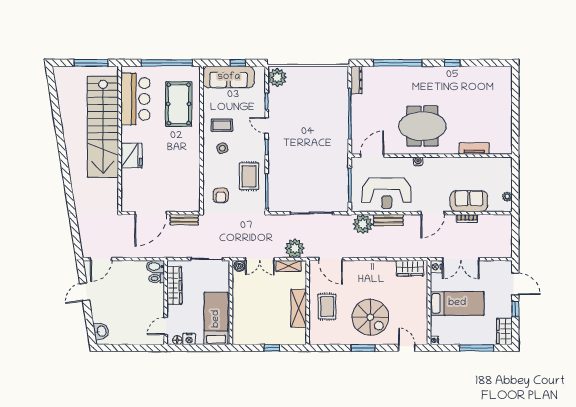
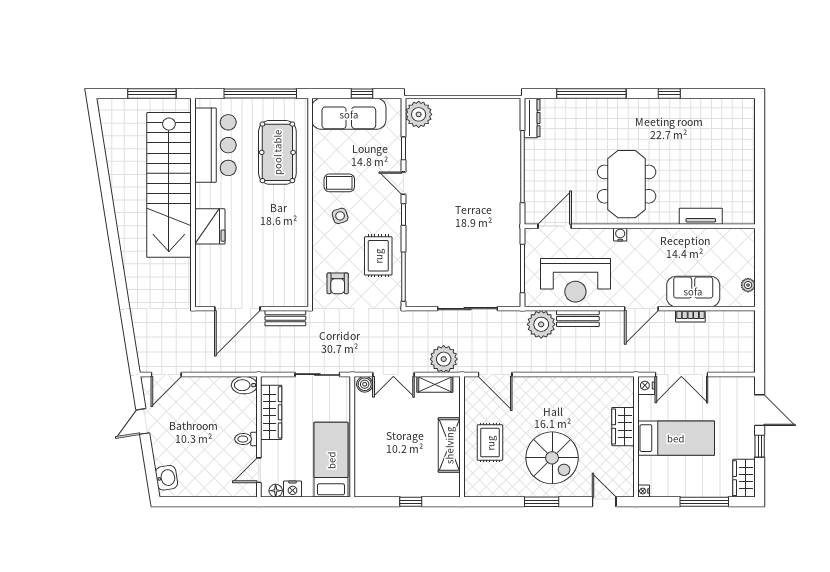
meeting table: (422, 126) -> (627, 184), turned 90
wardrobe: (410, 268) -> (623, 427), moved, turned 90
toilet: (157, 278) -> (246, 439), moved

